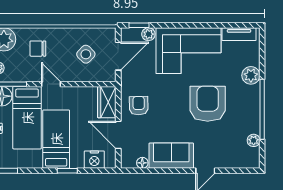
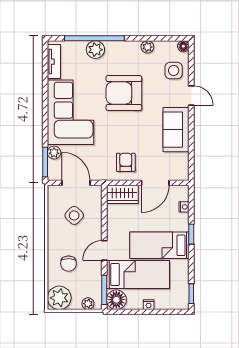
window: (139, 25) -> (45, 162), width x1.50
armchair: (139, 106) -> (126, 162), turned 91
window: (262, 109) -> (94, 38), moved
plant: (254, 140) -> (147, 47), moved
side table: (230, 153) -> (174, 71), added
nightstand: (94, 160) -> (184, 207), width x0.53, depth x0.56
floor lamp: (142, 163) -> (183, 46), moved

